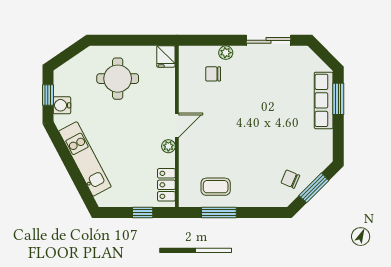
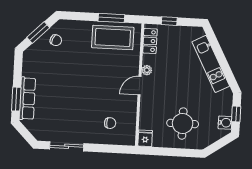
plant: (226, 53) -> (100, 139), removed
water cooler: (62, 105) -> (225, 123), moved
coffee table: (216, 187) -> (113, 37), width x1.86, depth x1.72

